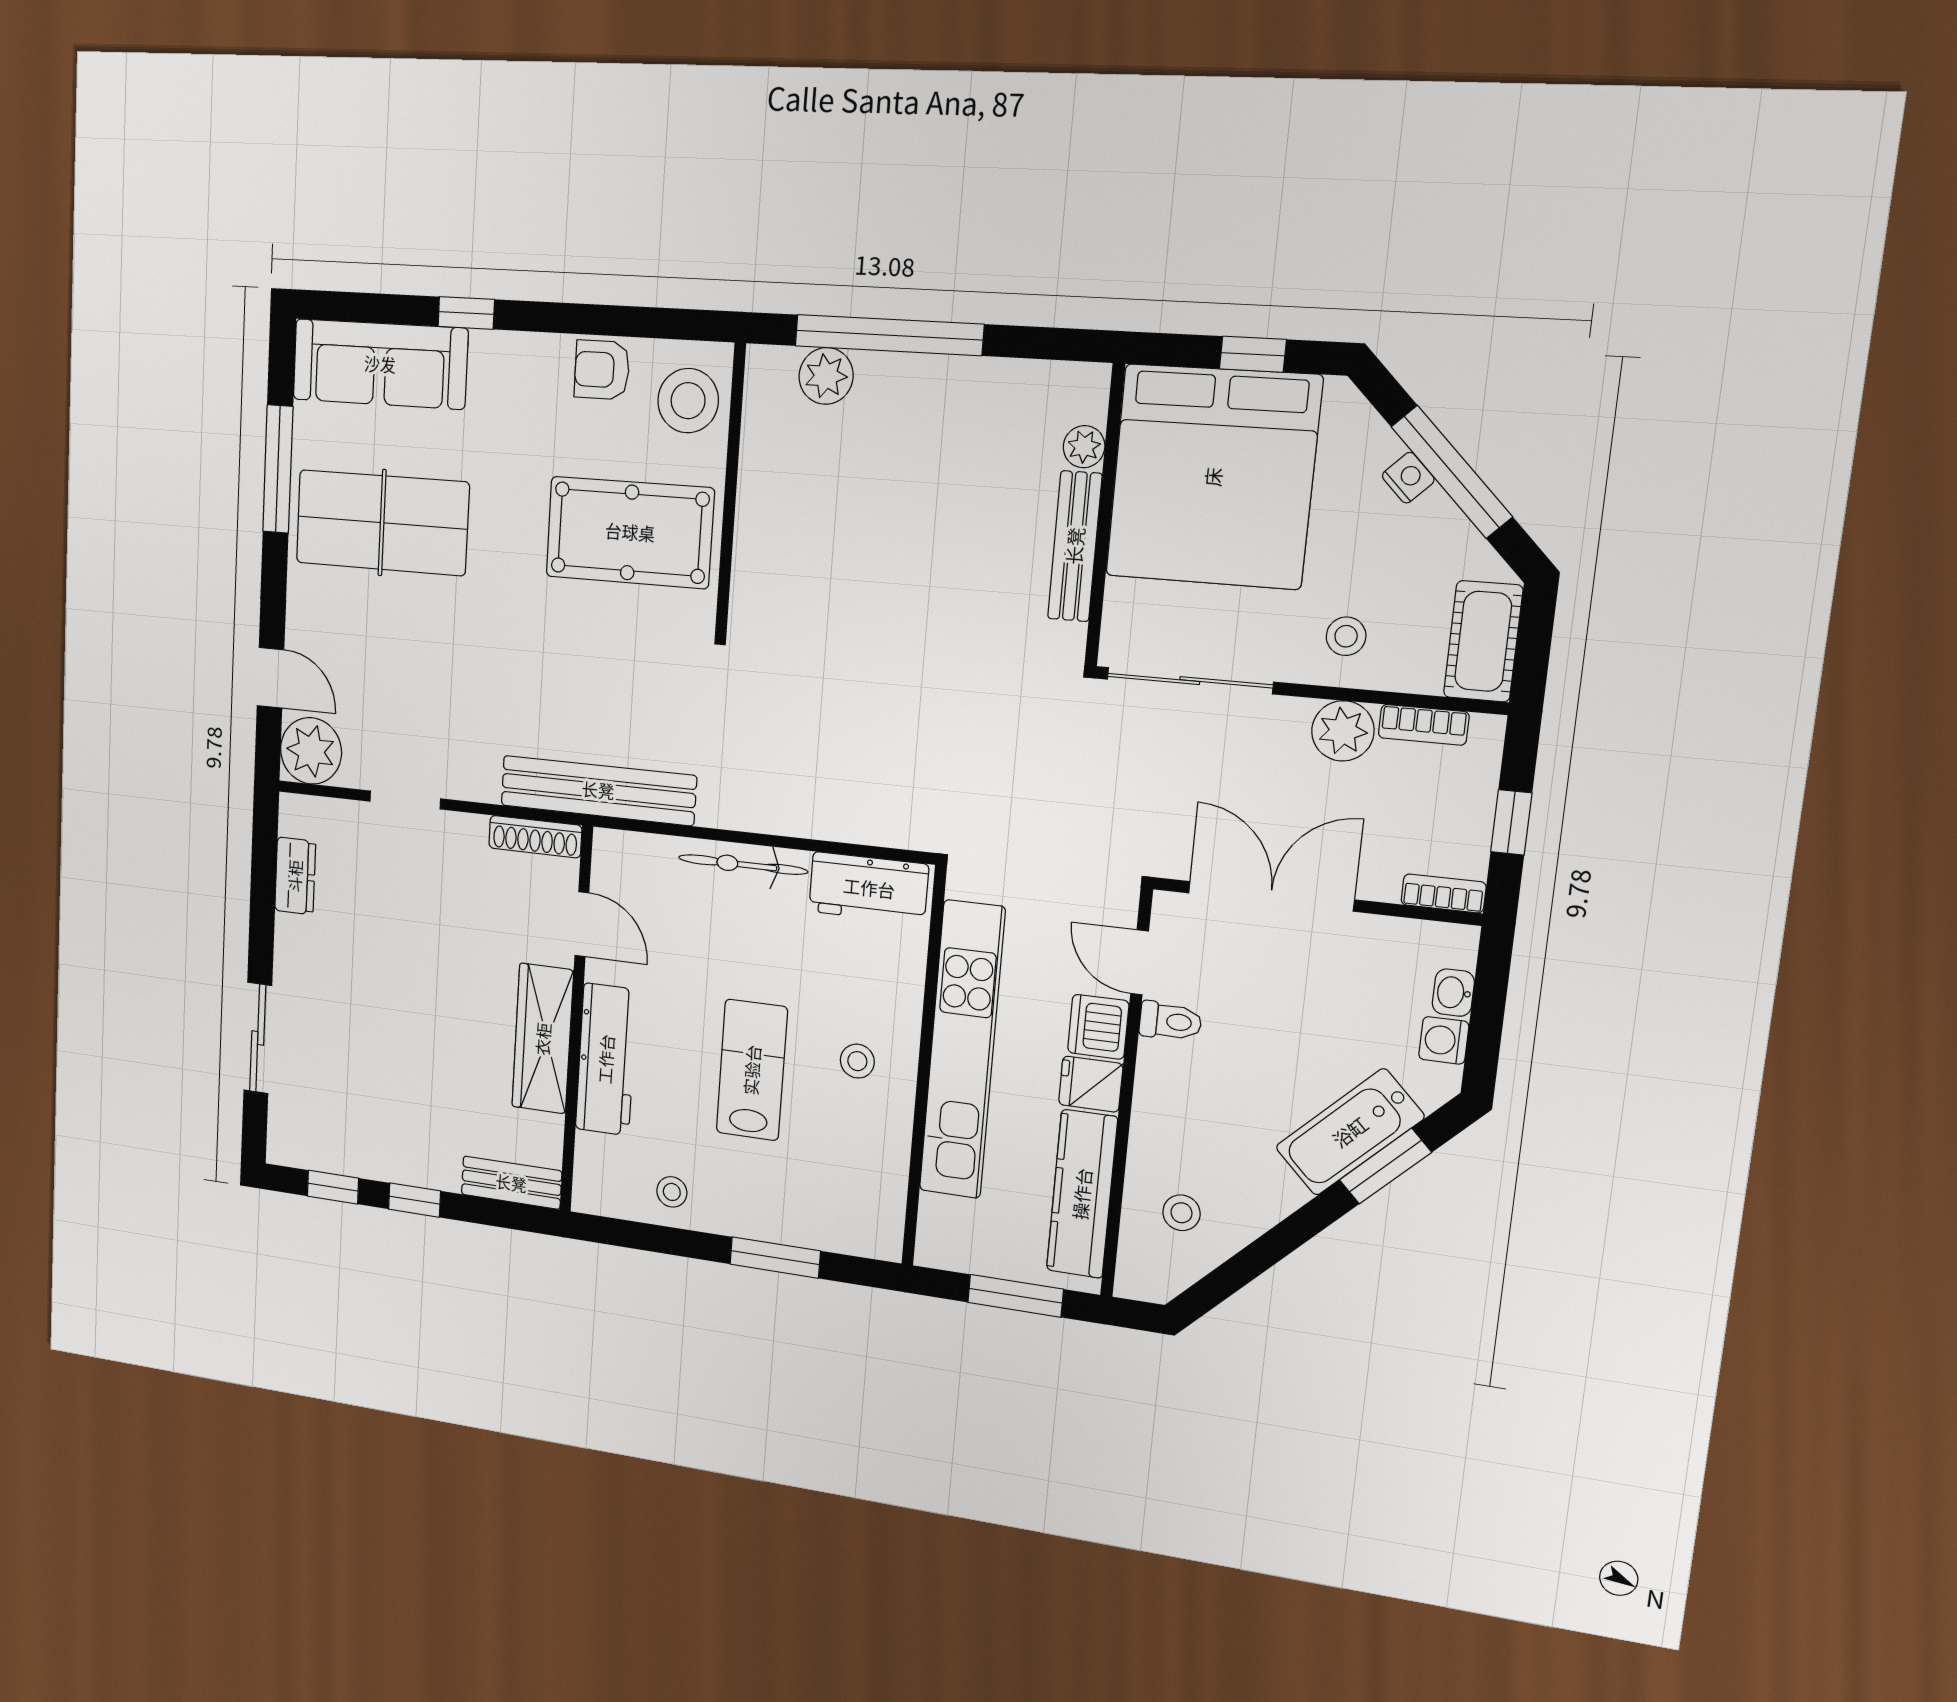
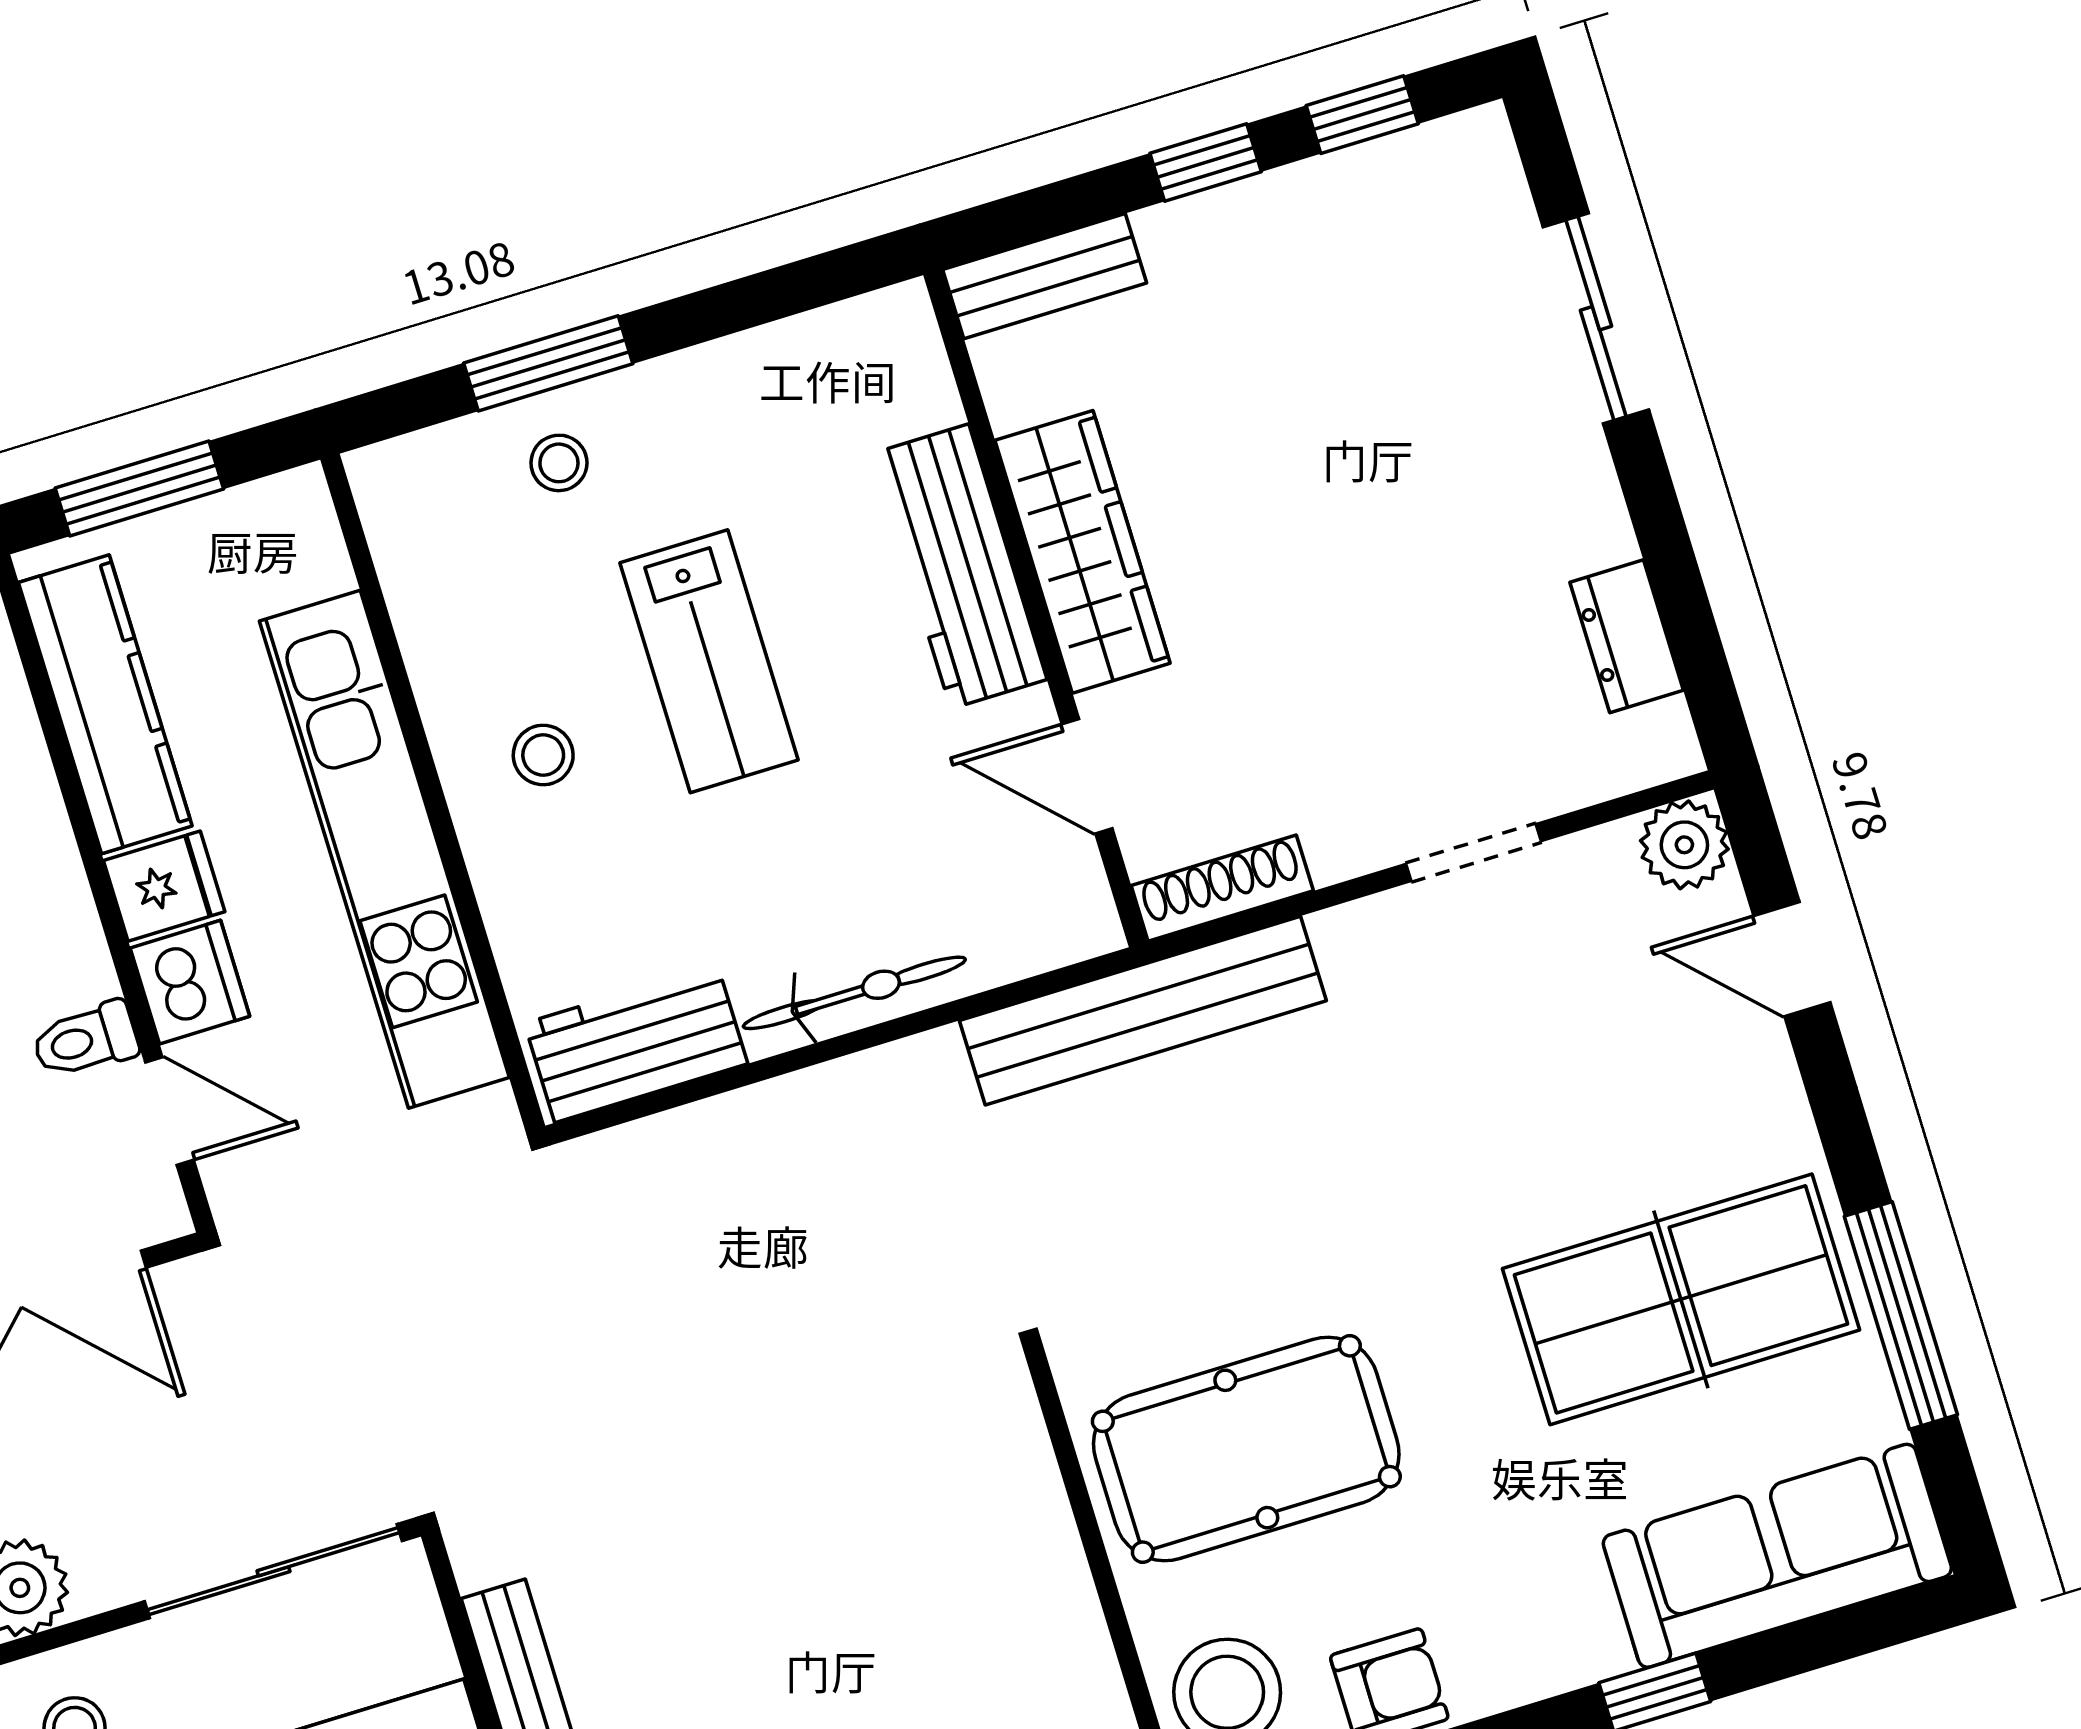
plant: (311, 751) -> (1684, 845), width x0.73, depth x0.73
stool: (672, 1192) -> (559, 463), moved

